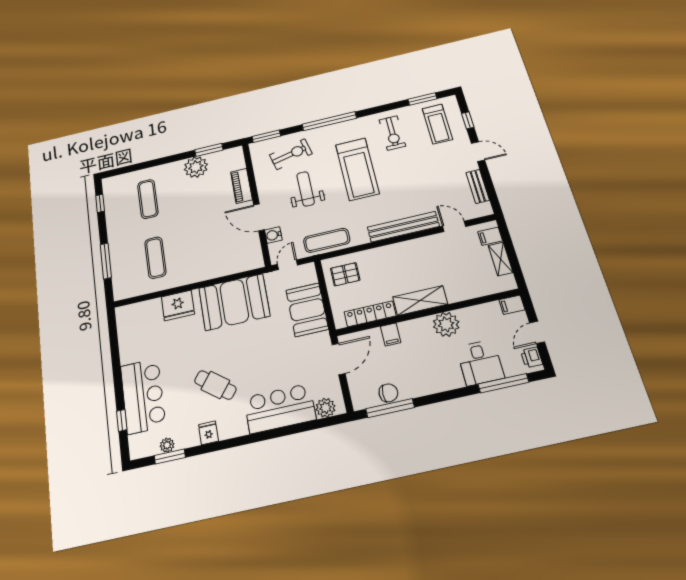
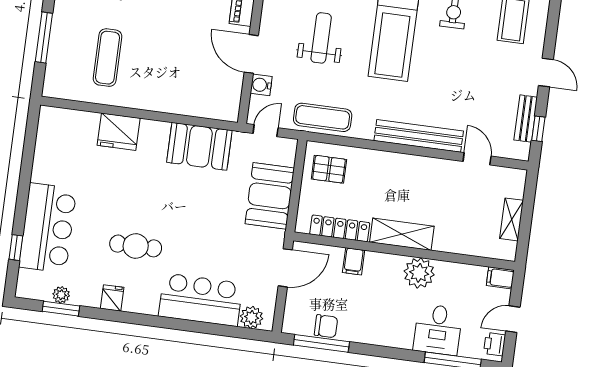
window: (468, 120) -> (538, 129), moved
filing cabinet: (490, 236) -> (512, 187), removed
booth: (234, 302) -> (199, 146), width x0.73, depth x0.70
cafe table: (215, 385) -> (136, 246), turned -38

